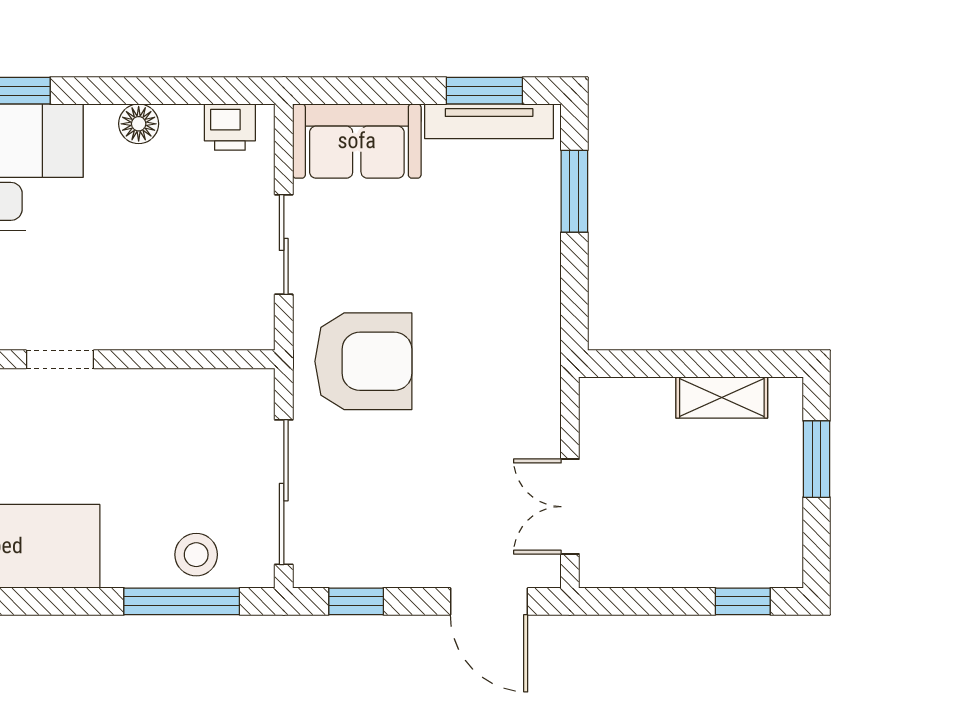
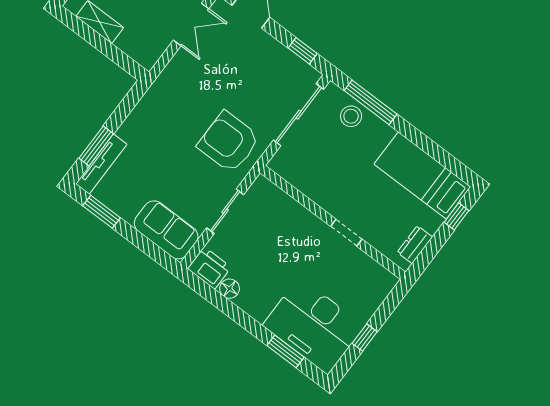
tv unit: (489, 121) -> (101, 164), moved, turned 90
floor lamp: (139, 124) -> (230, 289), moved
printer: (230, 127) -> (209, 268), width x1.36, depth x1.24

